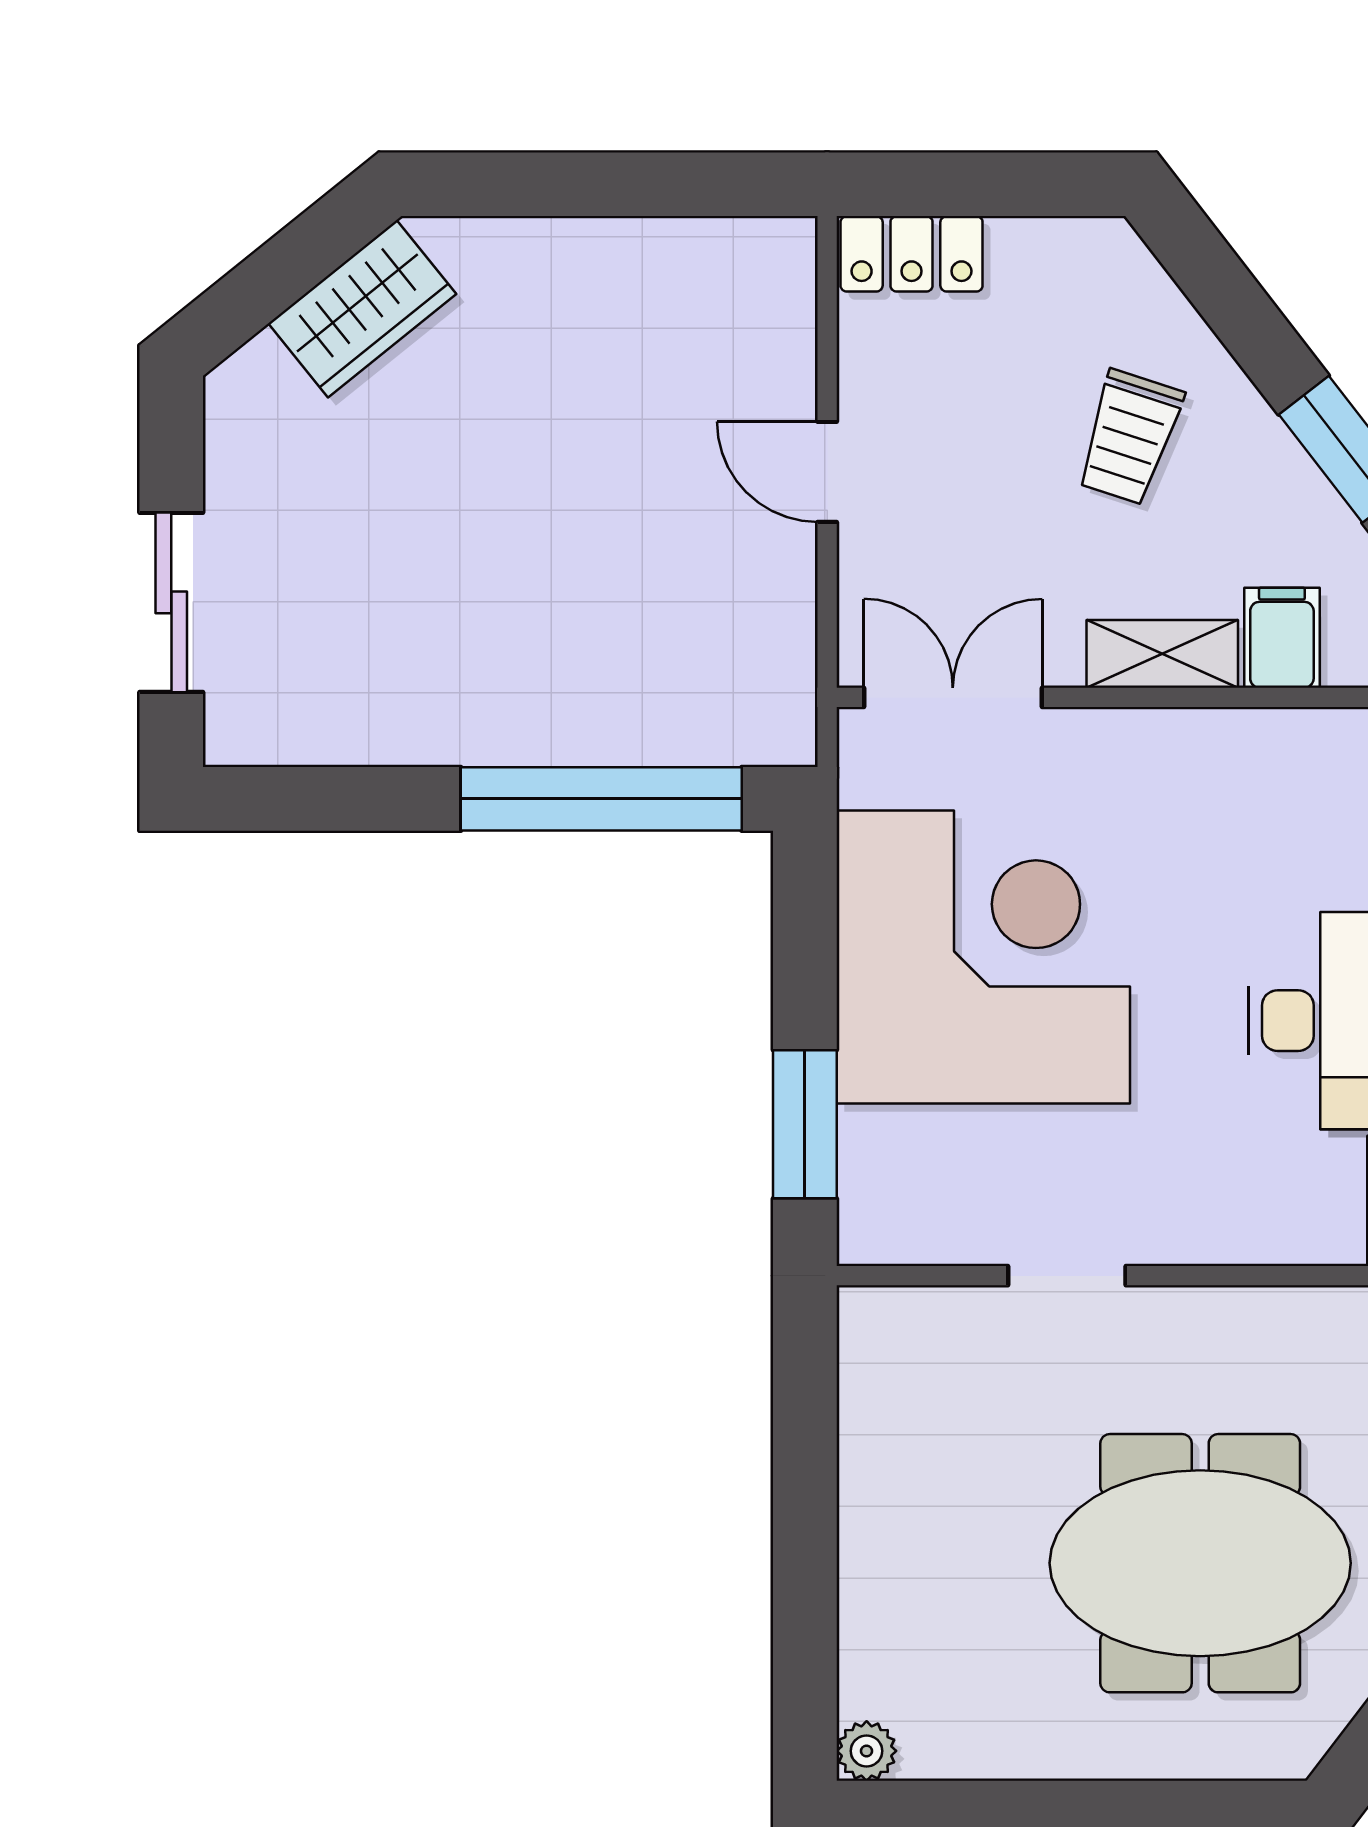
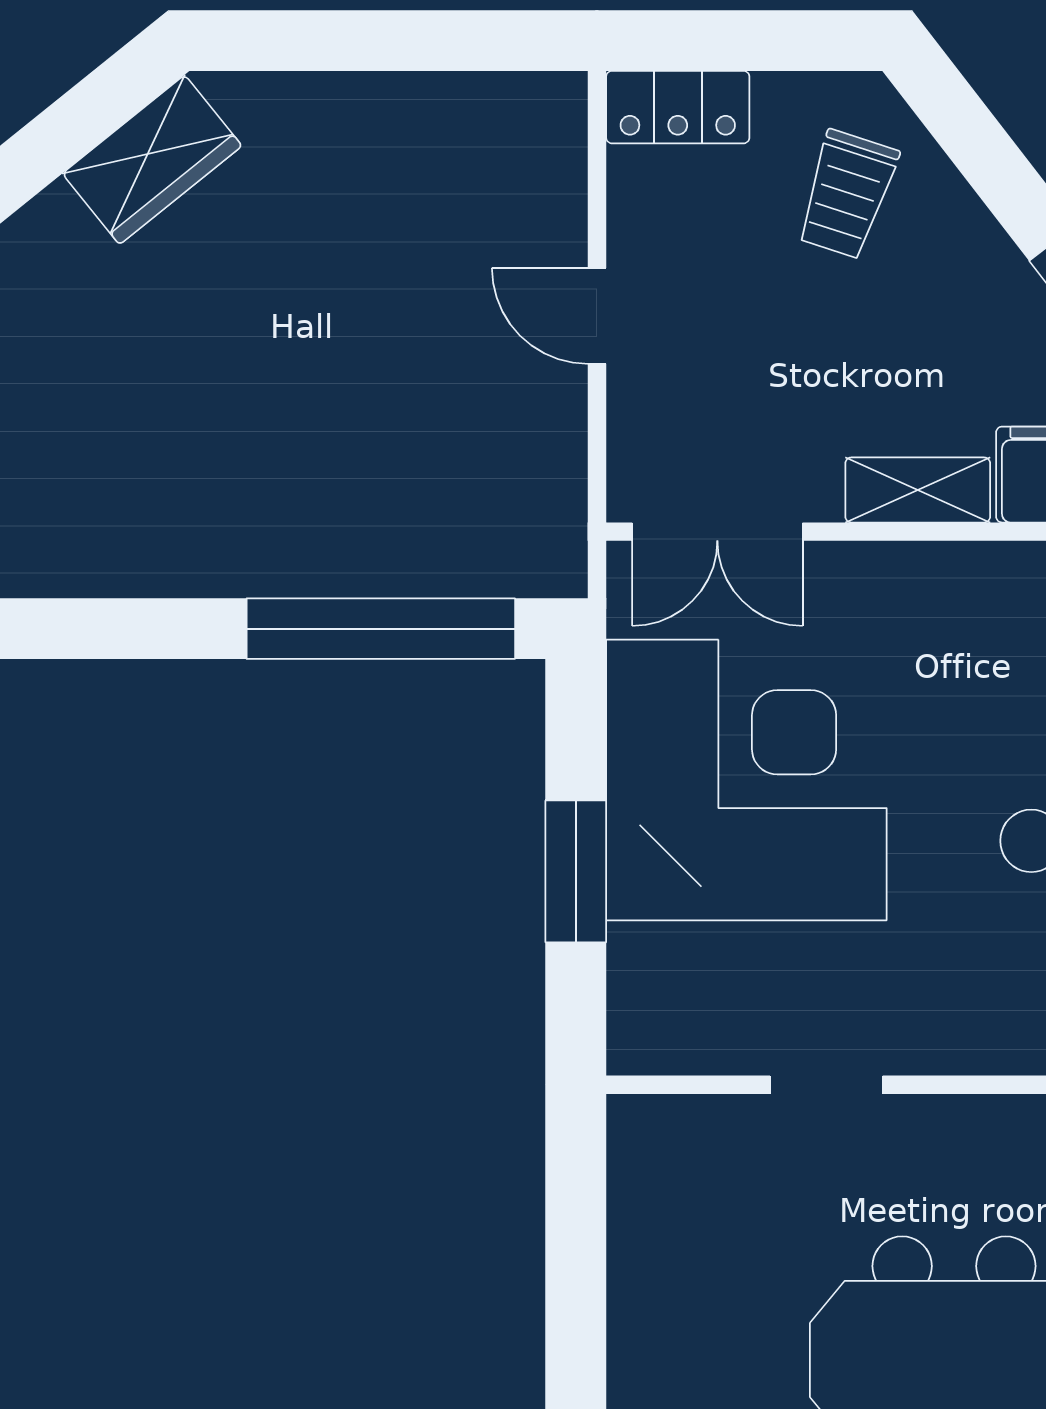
trolley: (1129, 437) -> (847, 194), moved
double door: (953, 697) -> (717, 532), swing flipped
window: (805, 1124) -> (576, 871), moved

